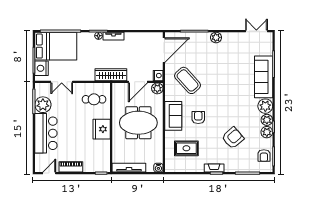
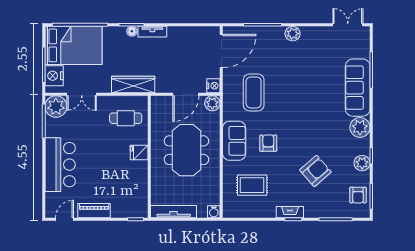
wardrobe: (111, 75) -> (133, 85), moved
coffee table: (188, 80) -> (254, 92), turned 42
plant: (43, 105) -> (56, 107), moved
plant: (267, 120) -> (362, 146), removed
meeting table: (138, 123) -> (186, 150), turned 90
fridge: (102, 129) -> (139, 152), width x0.53, depth x0.75

